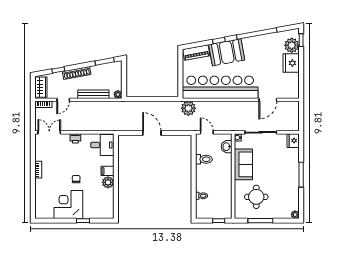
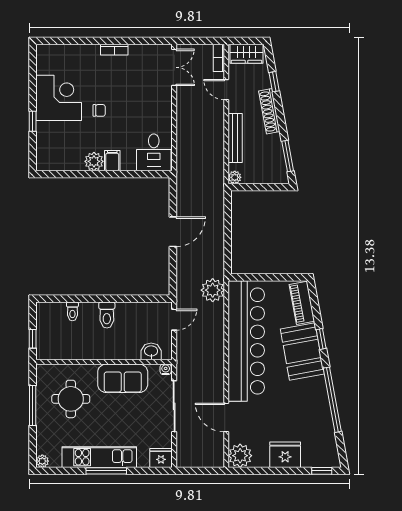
plant: (292, 45) -> (240, 456), moved
printer: (75, 138) -> (164, 109), removed
toilet: (204, 159) -> (107, 315), moved
kitchen unit: (293, 179) -> (99, 457), added

